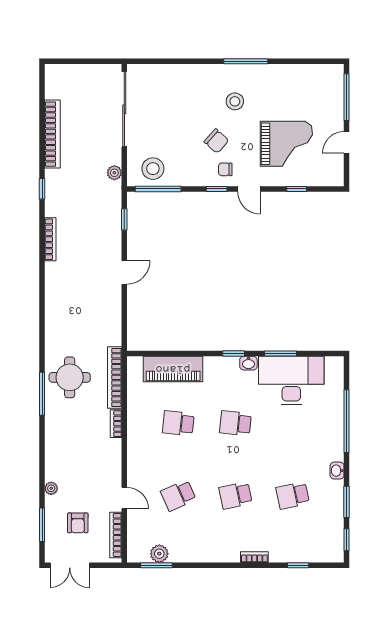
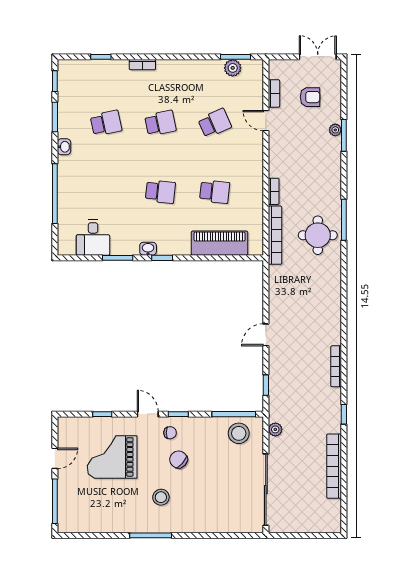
desk: (291, 381) -> (93, 238), width x0.53, depth x0.77
armchair: (78, 523) -> (310, 97), turned 90
window: (42, 525) -> (344, 135), moved
bookcase: (116, 535) -> (274, 93), width x0.64

